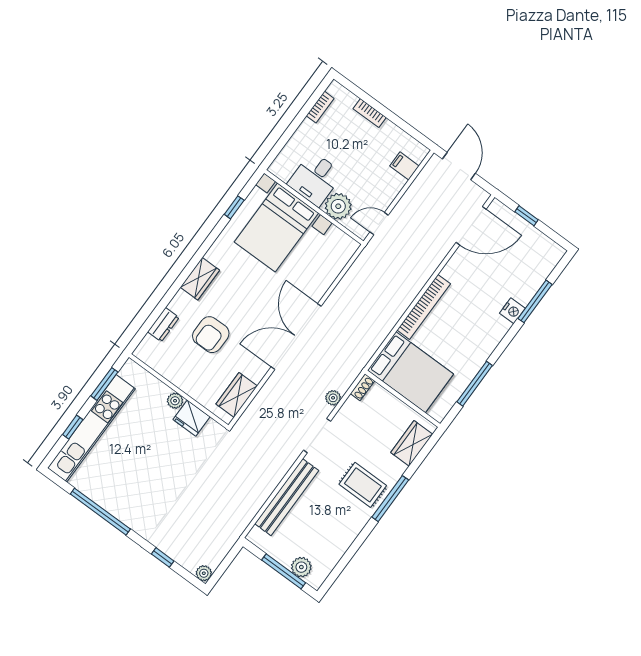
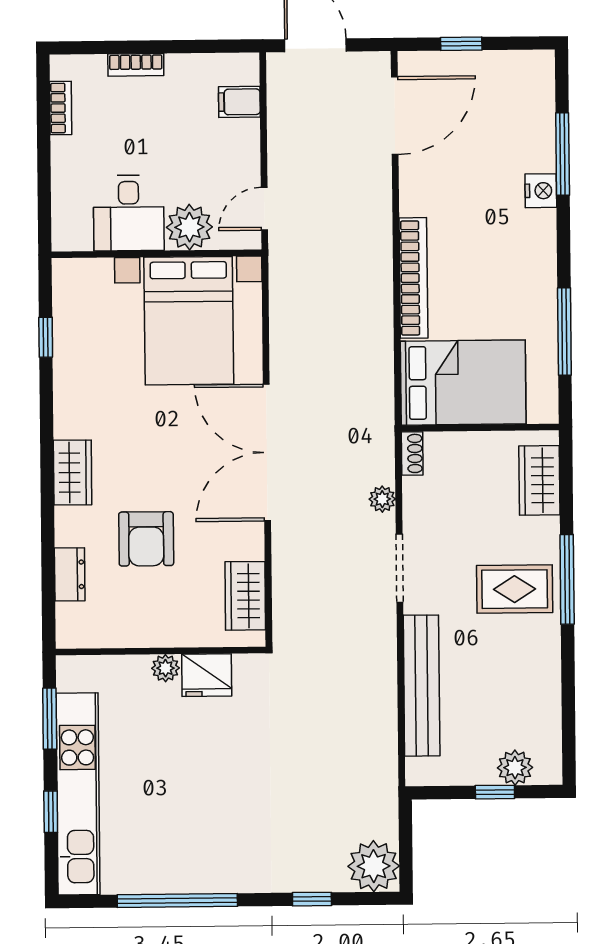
bed with nightstands: (276, 228) -> (189, 321), moved
window: (284, 571) -> (495, 792), width x0.46
plant: (204, 573) -> (374, 866), width x1.87, depth x1.87

